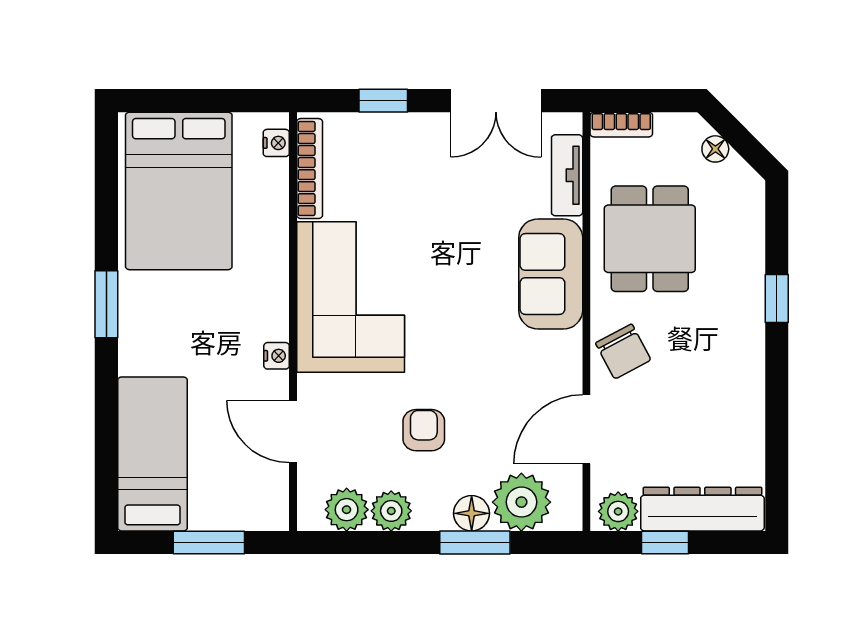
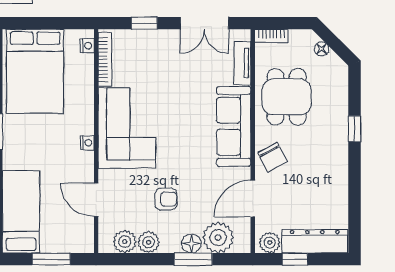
sofa: (551, 274) -> (234, 126), width x1.36
nightstand: (277, 356) -> (87, 143), moved
armchair: (424, 430) -> (166, 199), turned 90

